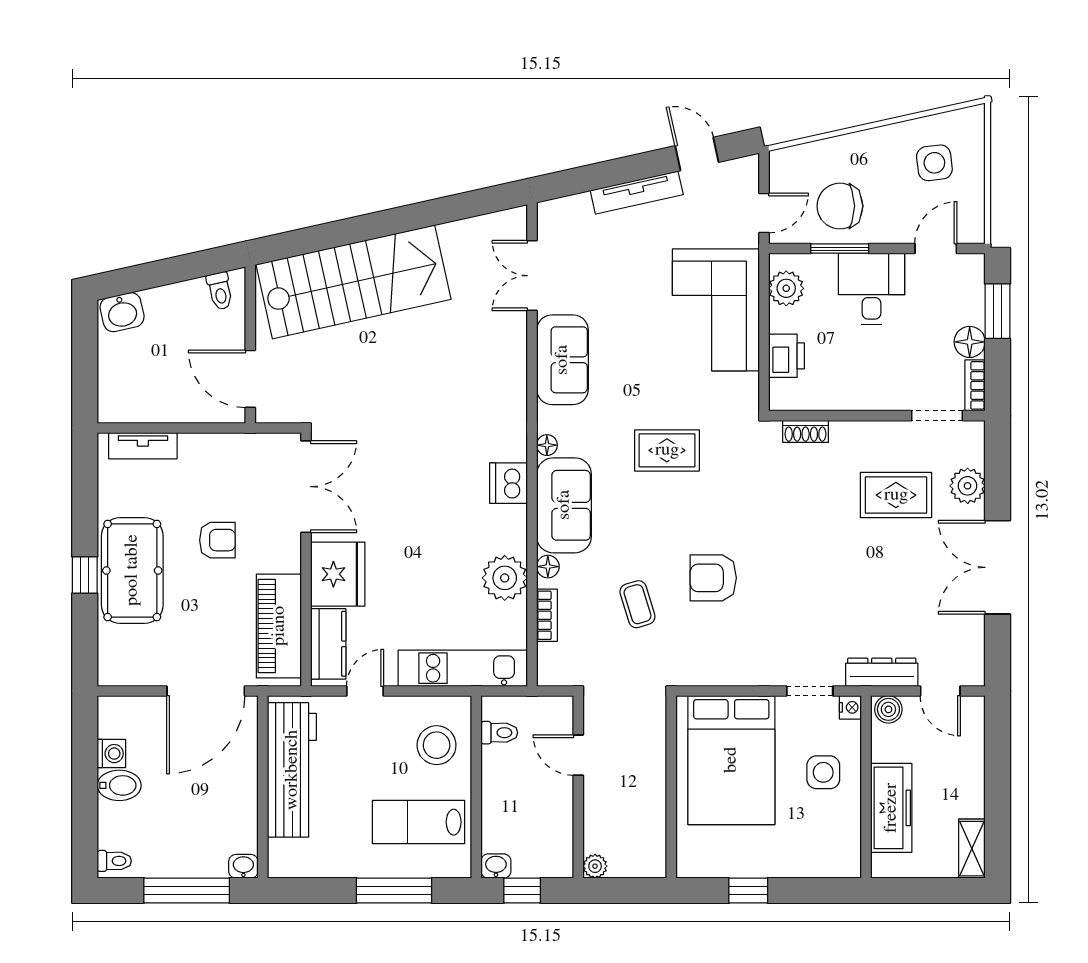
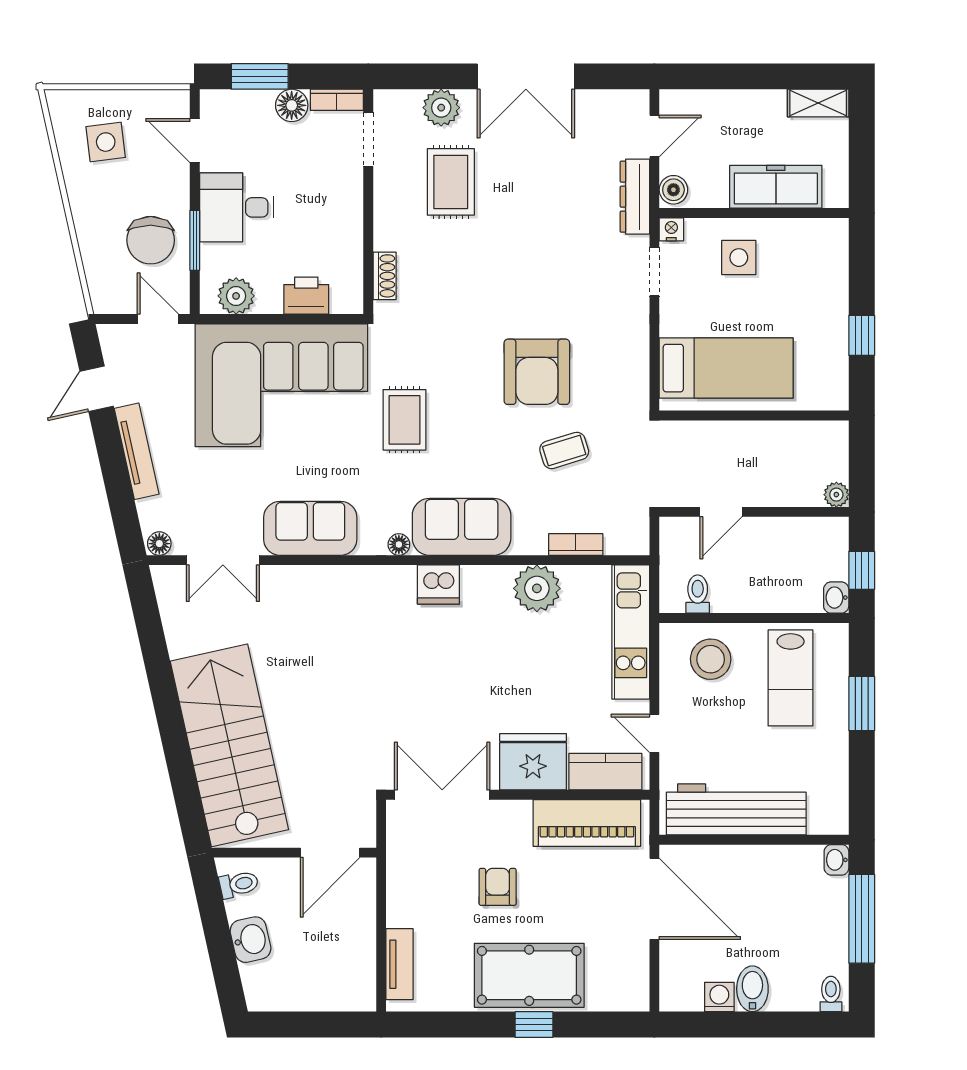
corner sofa: (716, 310) -> (281, 385), width x1.36, depth x1.36
washbasin: (122, 312) -> (251, 940), moved
floor lamp: (548, 567) -> (159, 544), moved
armchair: (713, 578) -> (537, 372), width x1.36, depth x1.36
bed: (731, 760) -> (726, 368), width x0.67
window: (394, 891) -> (862, 703), width x0.69

